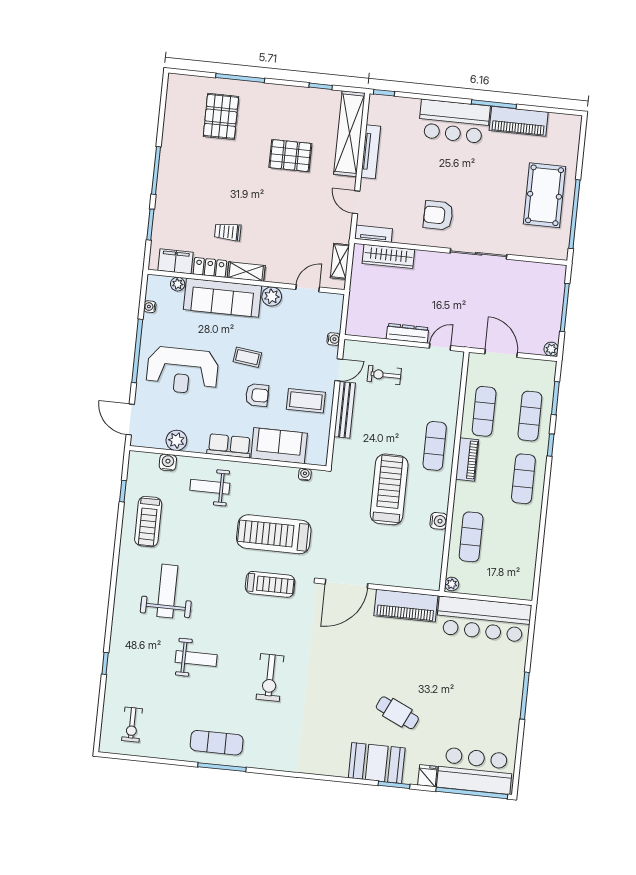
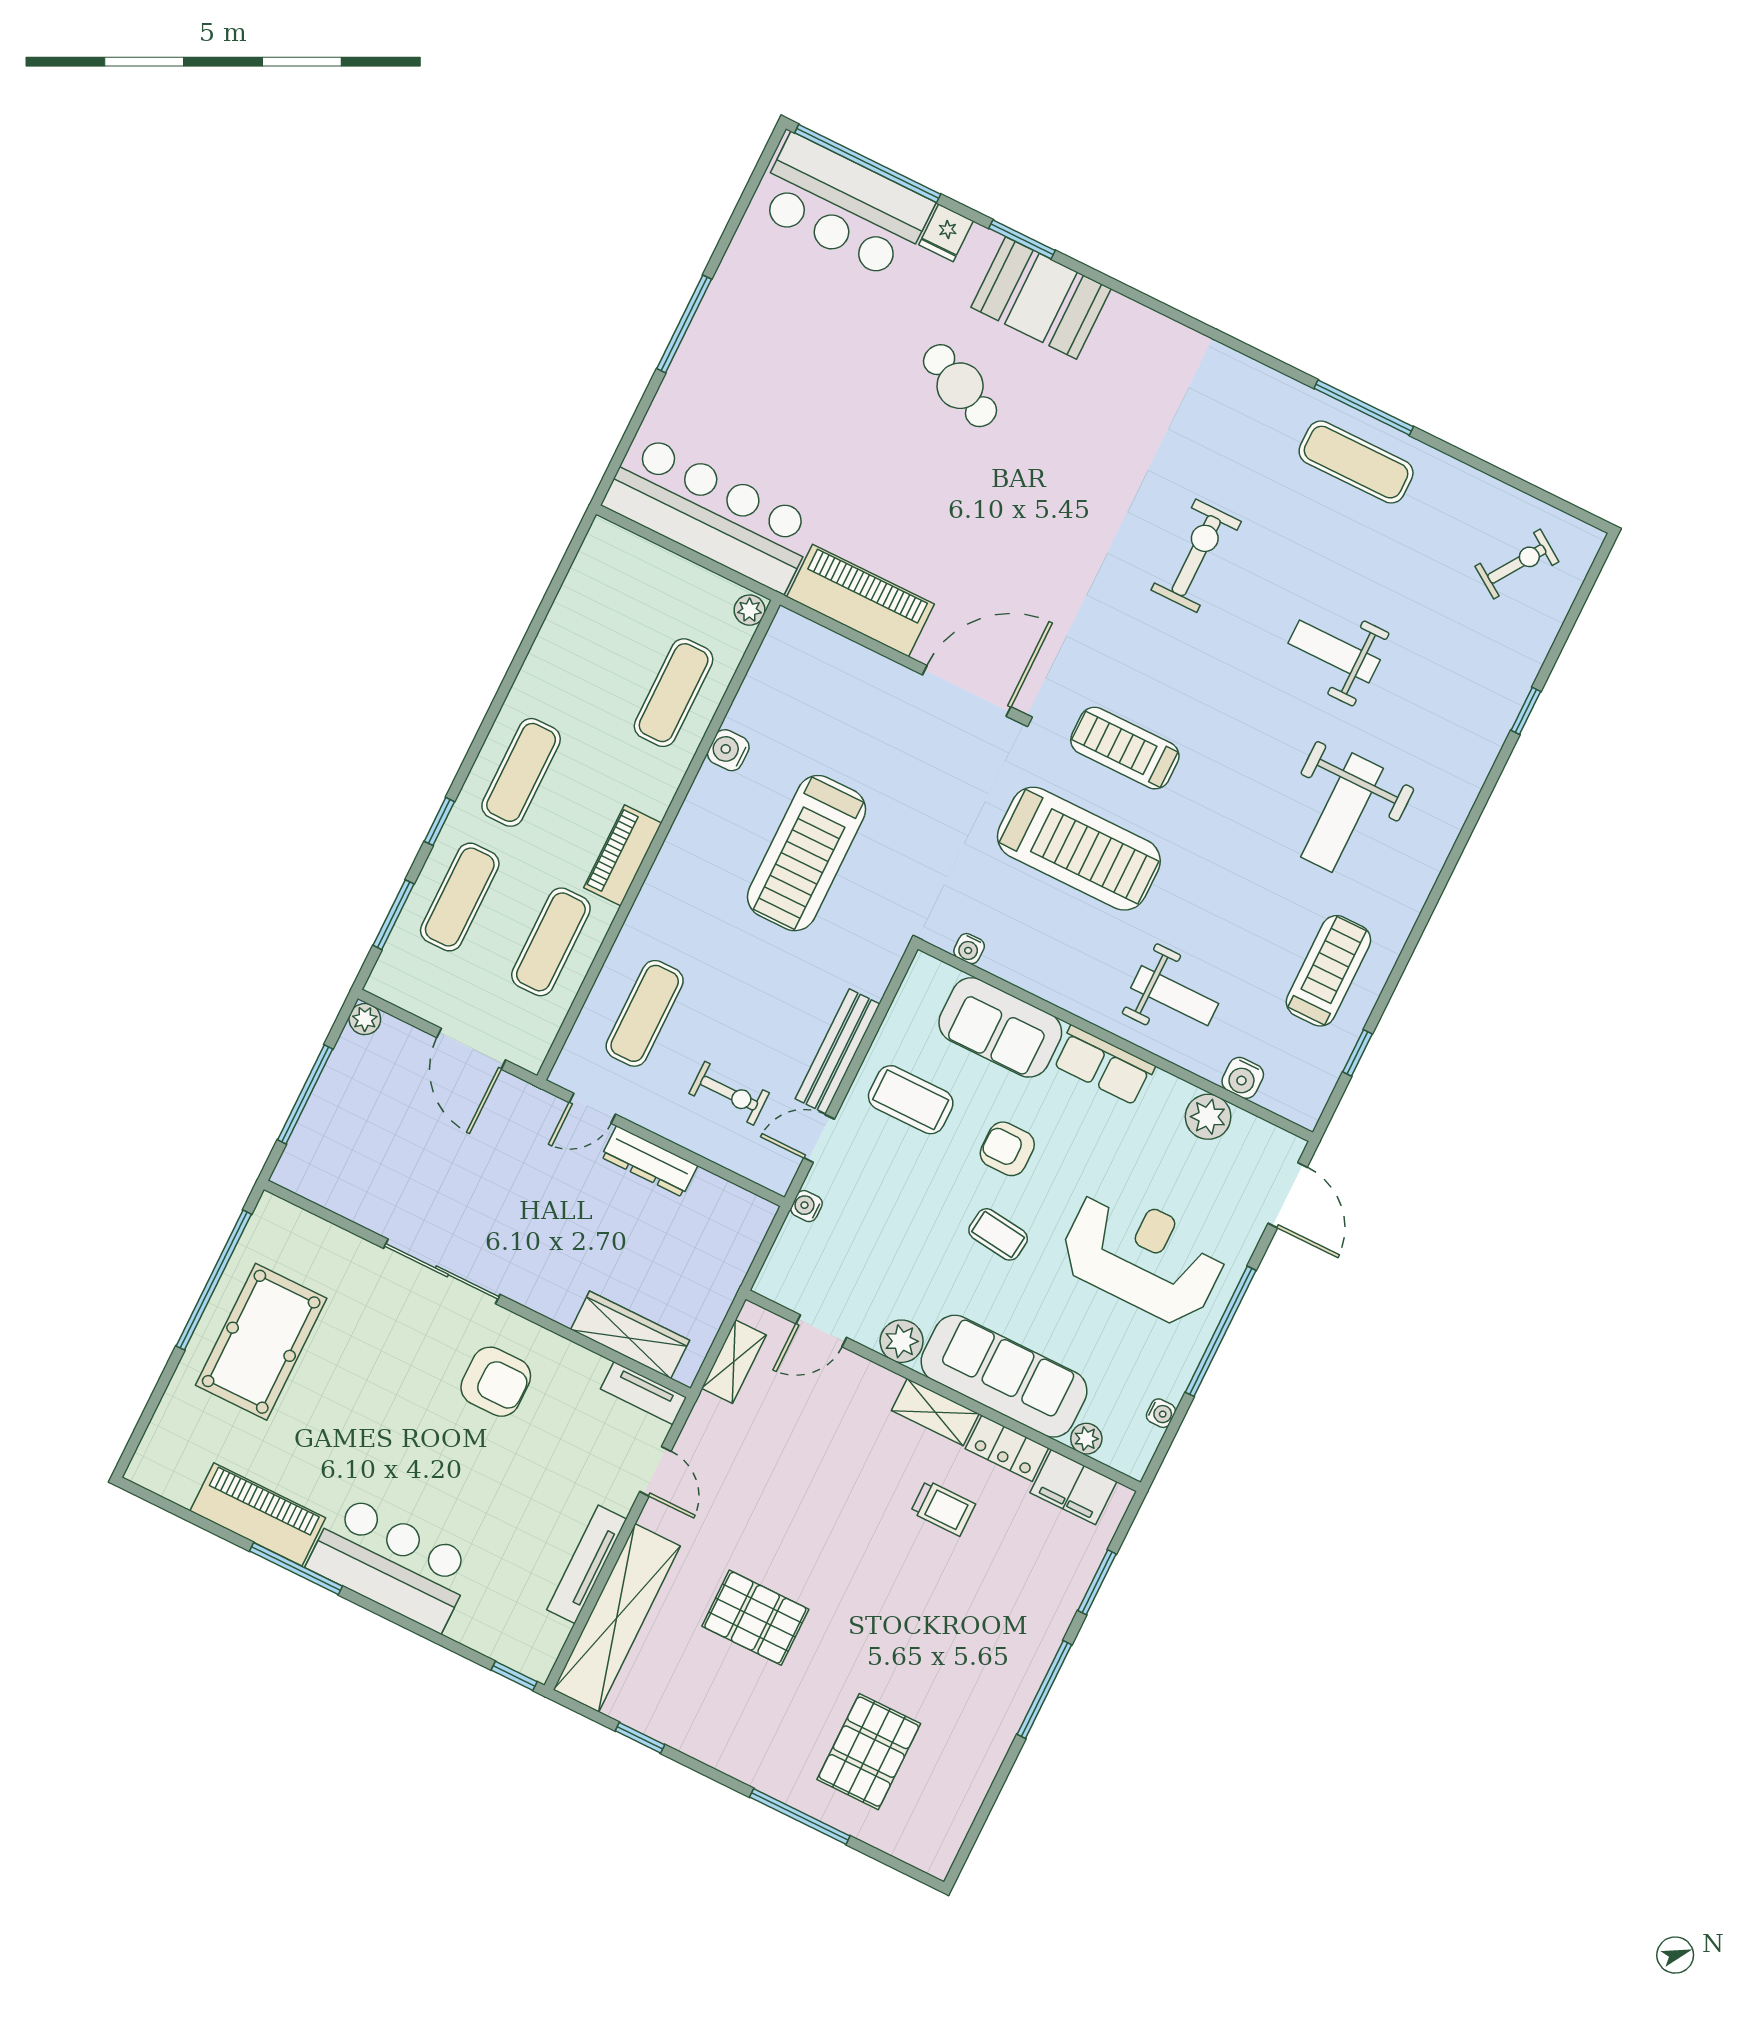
exercise mat: (435, 446) -> (645, 1013), moved
exercise bike: (132, 725) -> (1517, 564), turned 34

